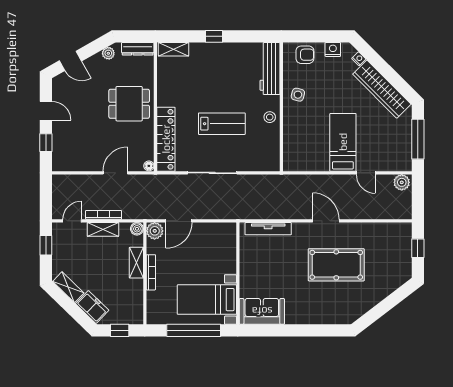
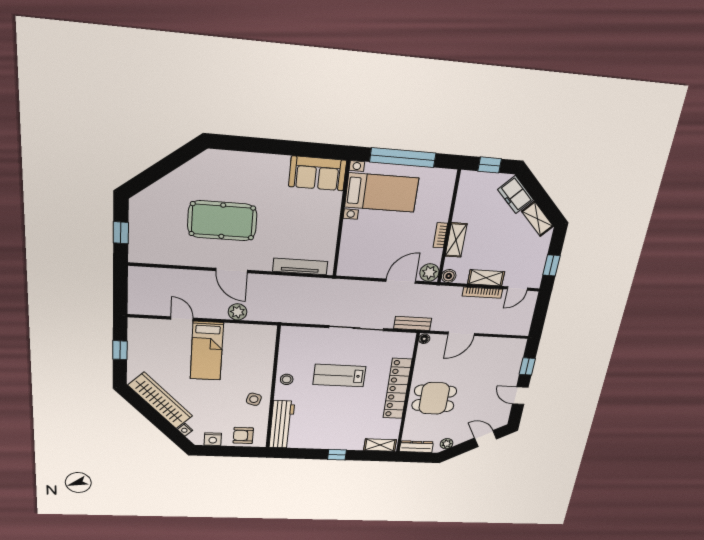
locker: (166, 139) -> (397, 389), moved
window: (418, 139) -> (120, 350), width x0.46
bench: (162, 181) -> (413, 323), added
plant: (402, 182) -> (237, 312), moved
bookcase: (151, 272) -> (440, 235), width x0.64

